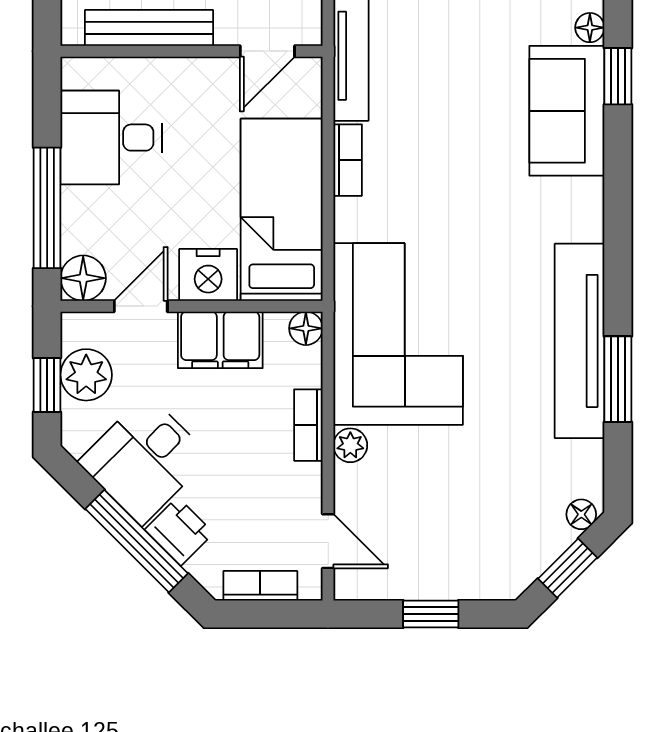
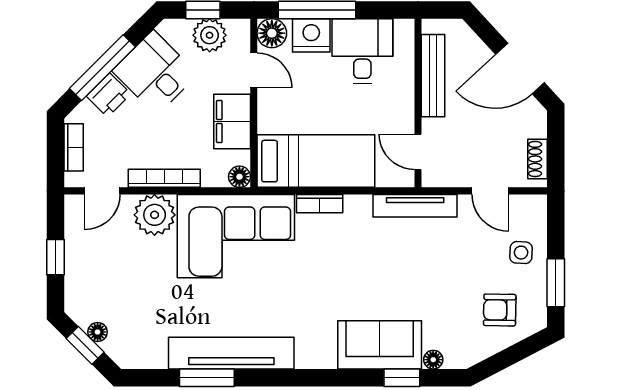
bookcase: (348, 160) -> (320, 204), moved
nightstand: (208, 275) -> (311, 35), moved, turned 90
bookcase: (308, 425) -> (164, 178), width x1.56
plant: (350, 445) -> (155, 215), width x1.88, depth x1.88
floor lamp: (581, 514) -> (98, 332), moved

